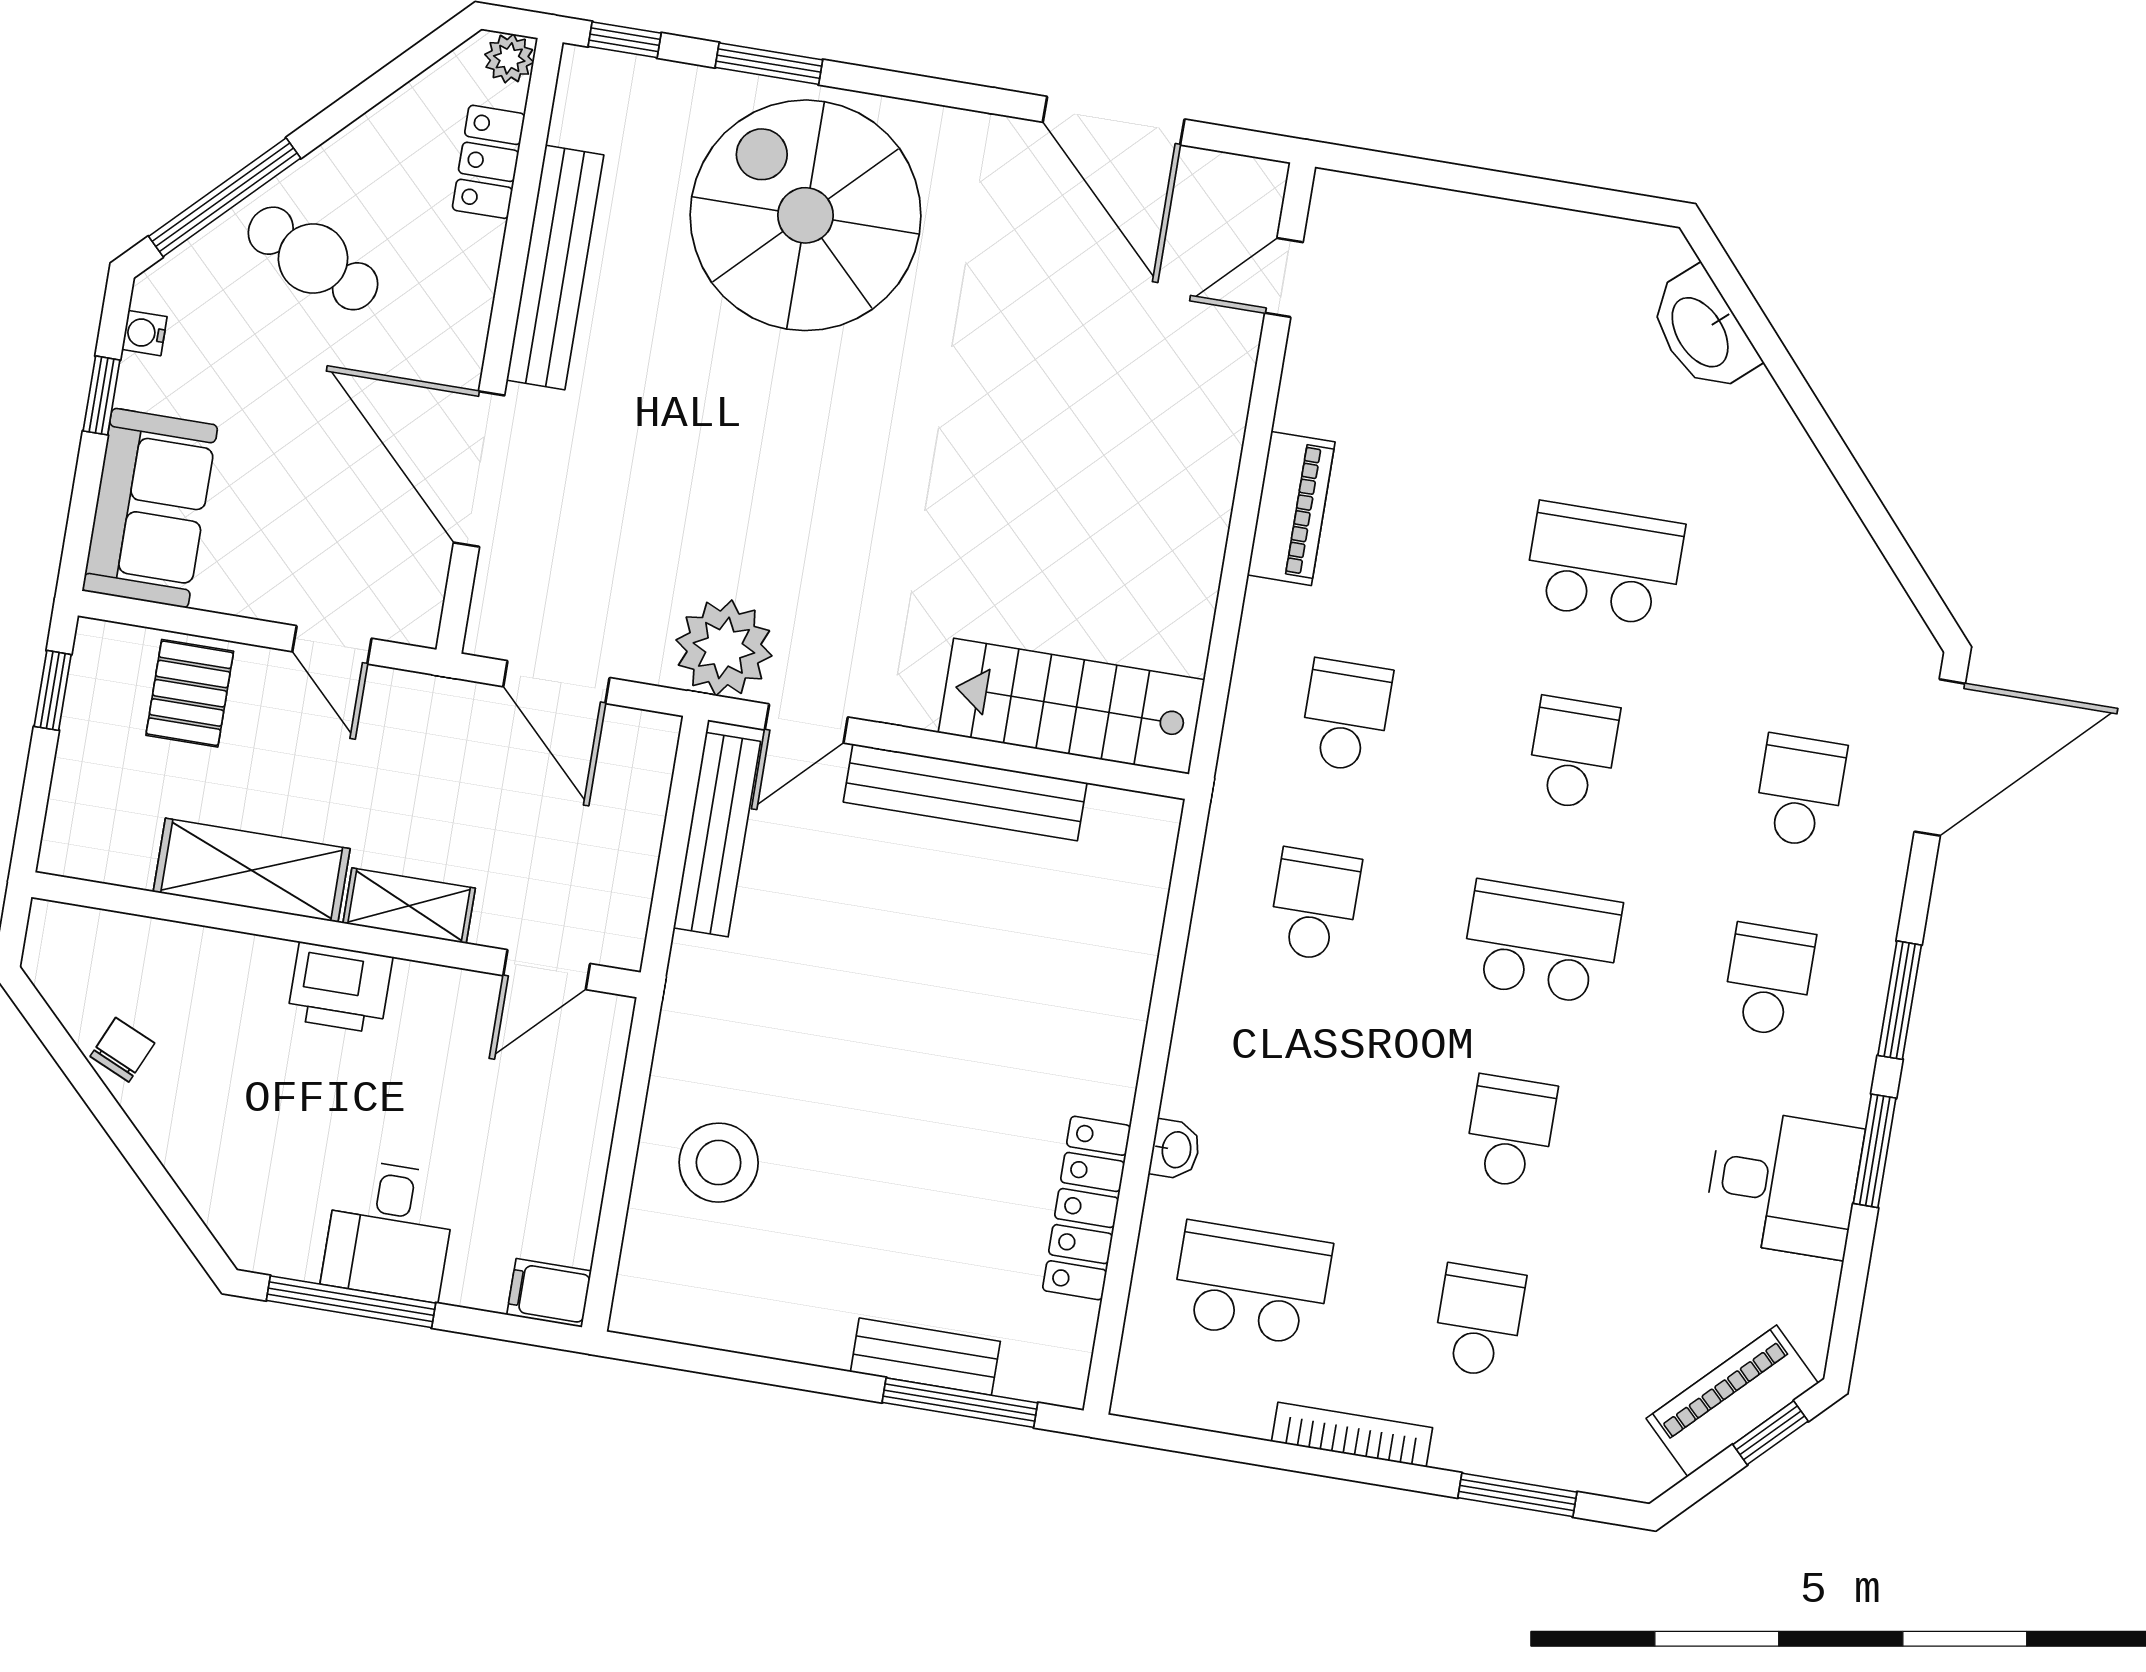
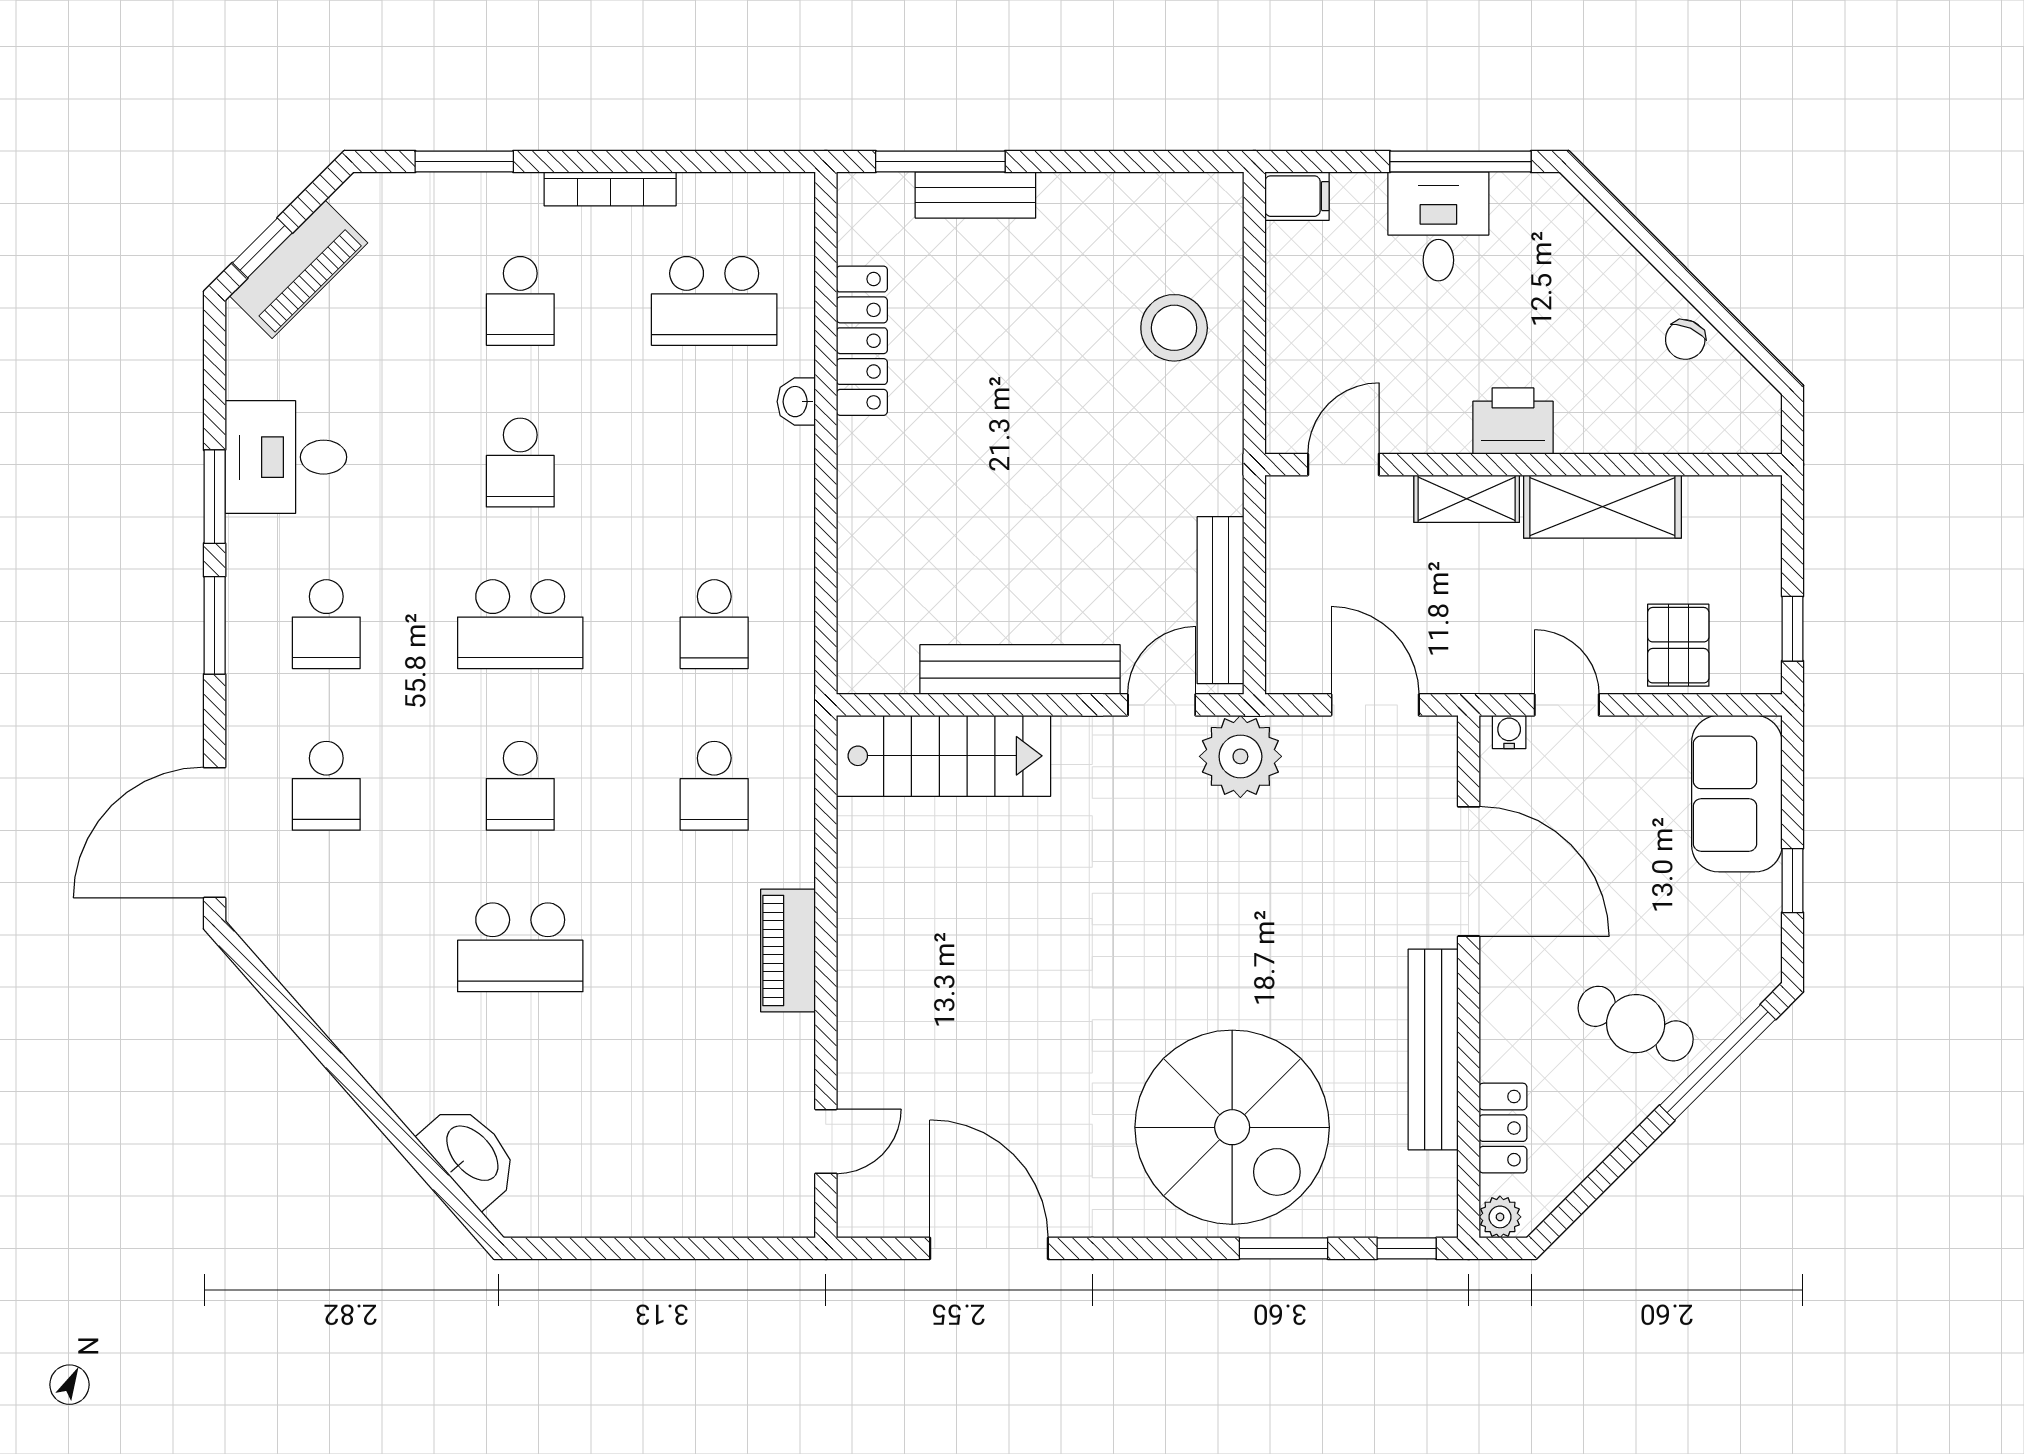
water cooler: (145, 333) -> (1509, 732), moved, turned -90

